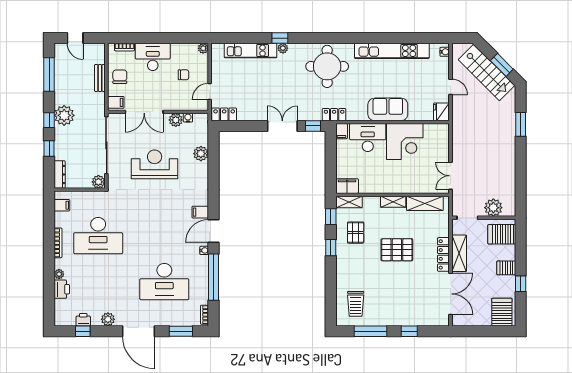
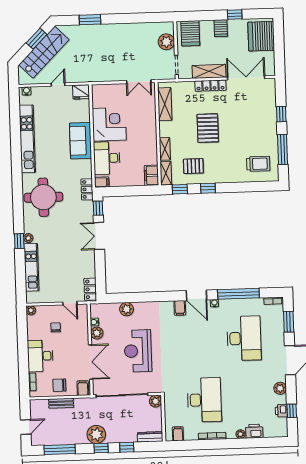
shelving: (393, 202) -> (165, 149), moved
server rack: (502, 312) -> (261, 36), width x1.60

